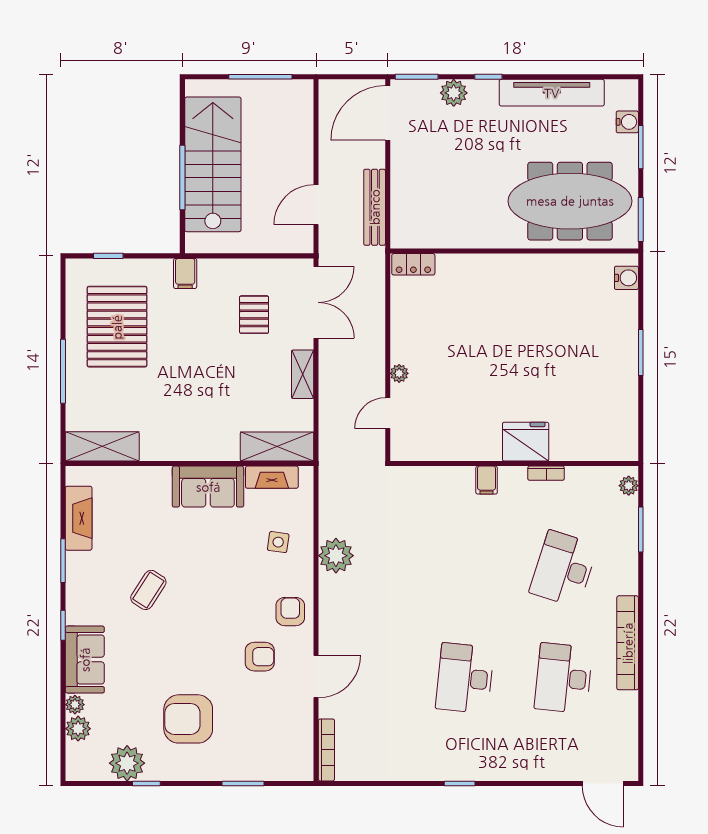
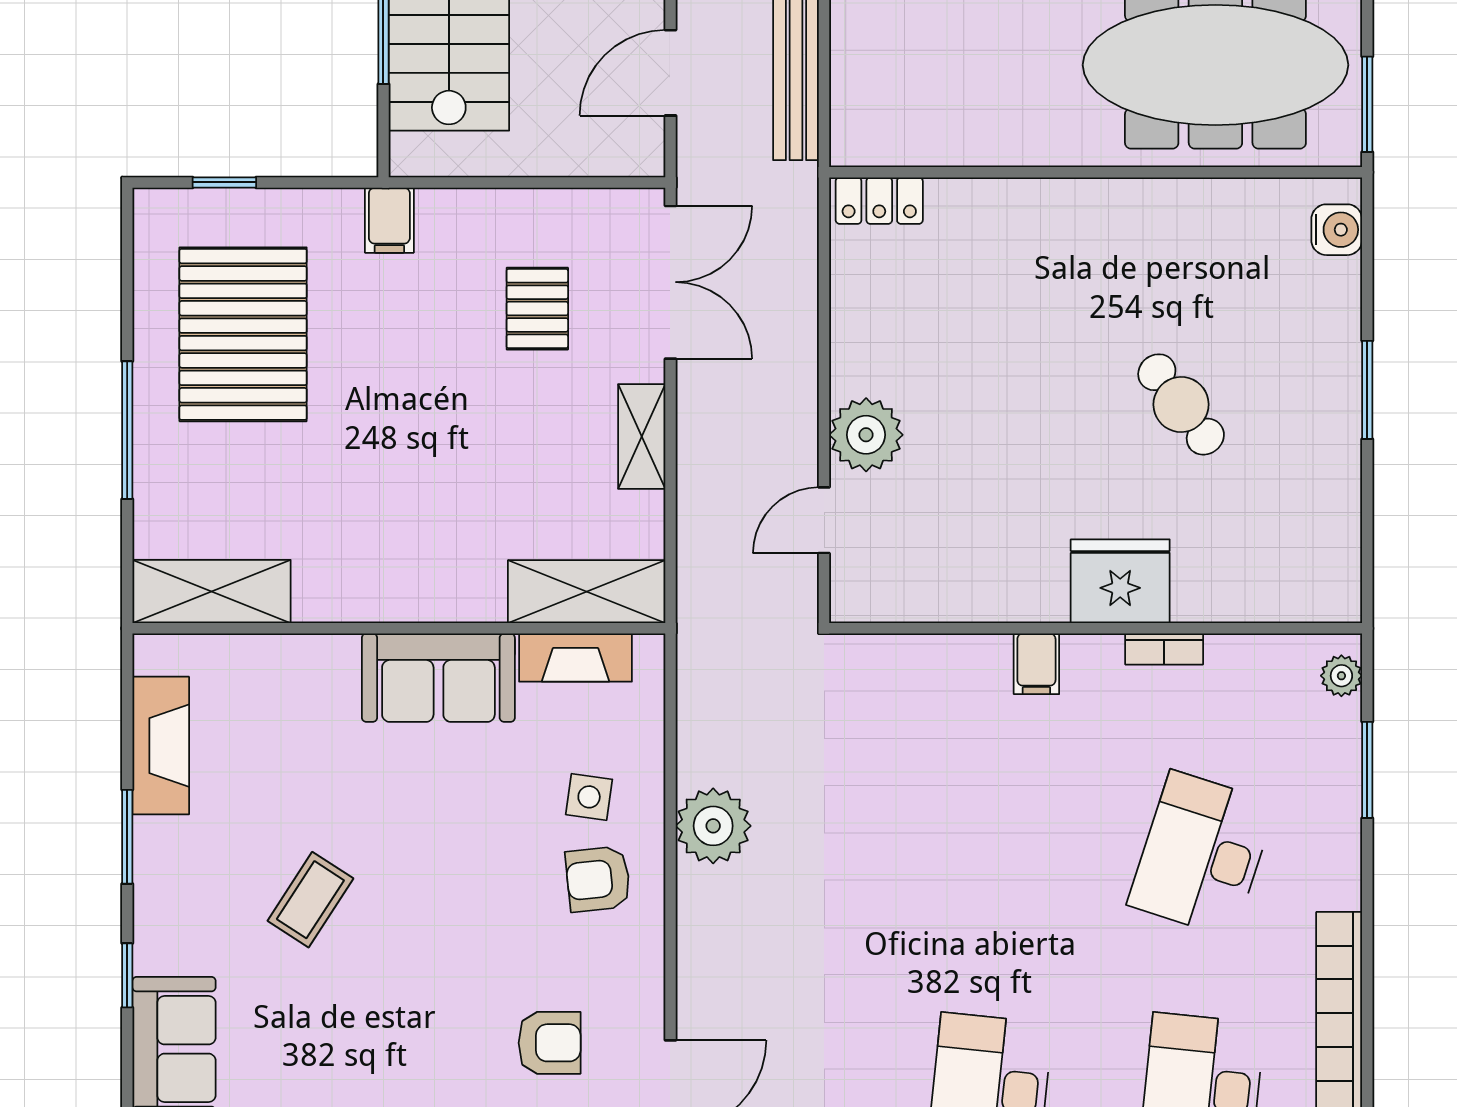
cafe table: (554, 359) -> (1181, 404), added
plant: (399, 373) -> (866, 435), width x1.88, depth x1.88
armchair: (290, 612) -> (598, 879), moved, turned -96

